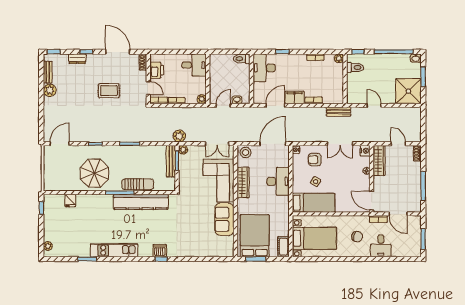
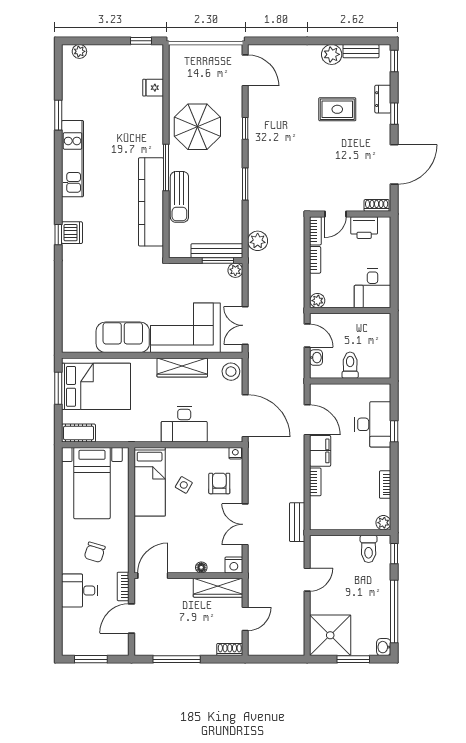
toilet: (242, 59) -> (350, 365), moved
desk: (264, 68) -> (373, 424), moved, turned 90
rug: (109, 91) -> (337, 109), moved, turned 90
plant: (179, 136) -> (258, 241), moved

